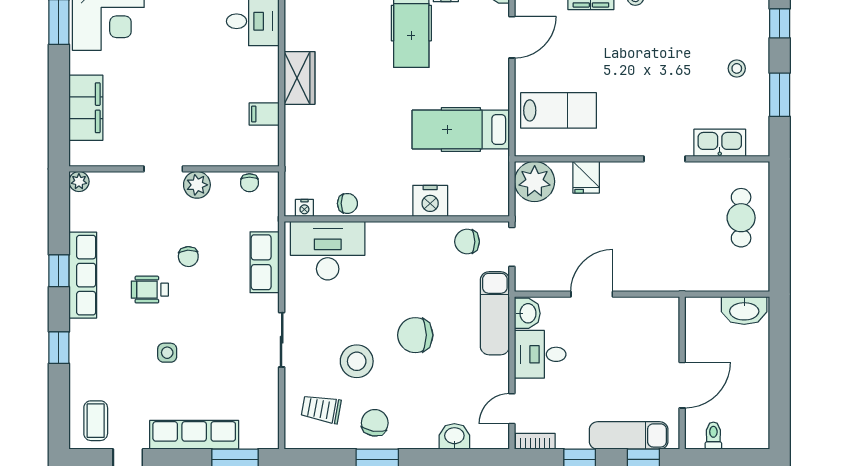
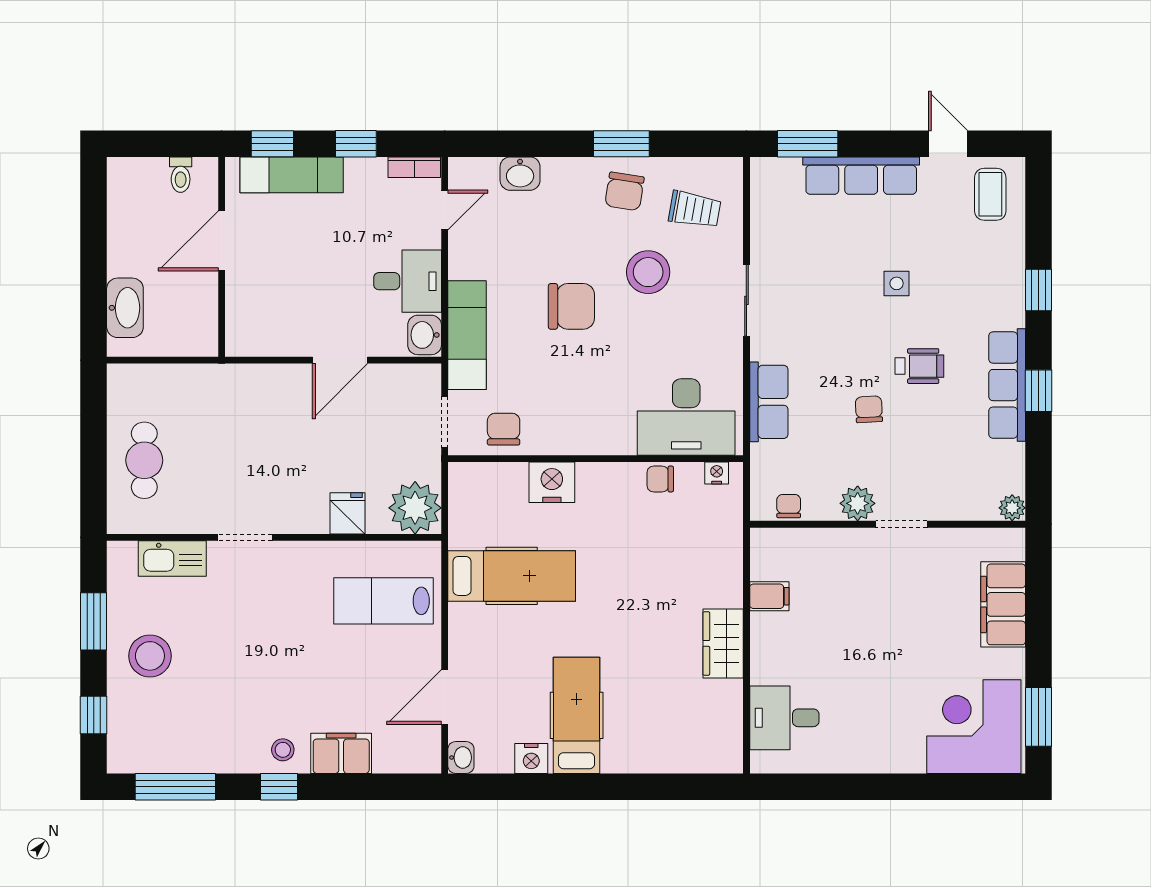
stool: (737, 68) -> (150, 656), width x1.89, depth x1.89
chair: (467, 242) -> (504, 429), turned -90
washbasin: (744, 310) -> (125, 308), moved, turned 90

